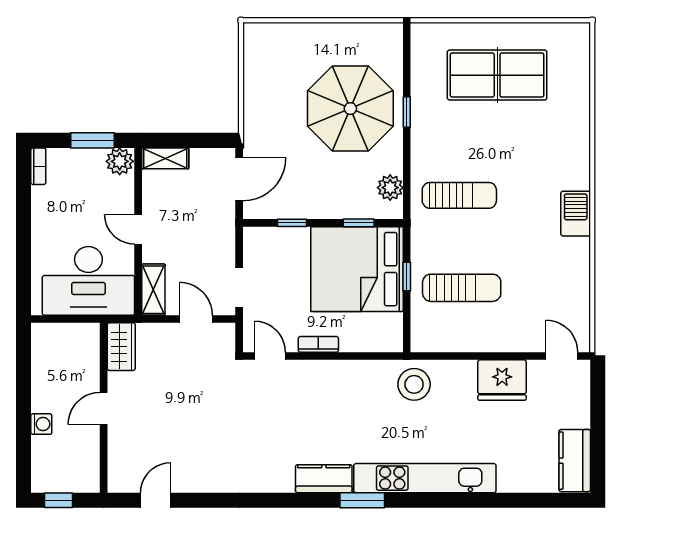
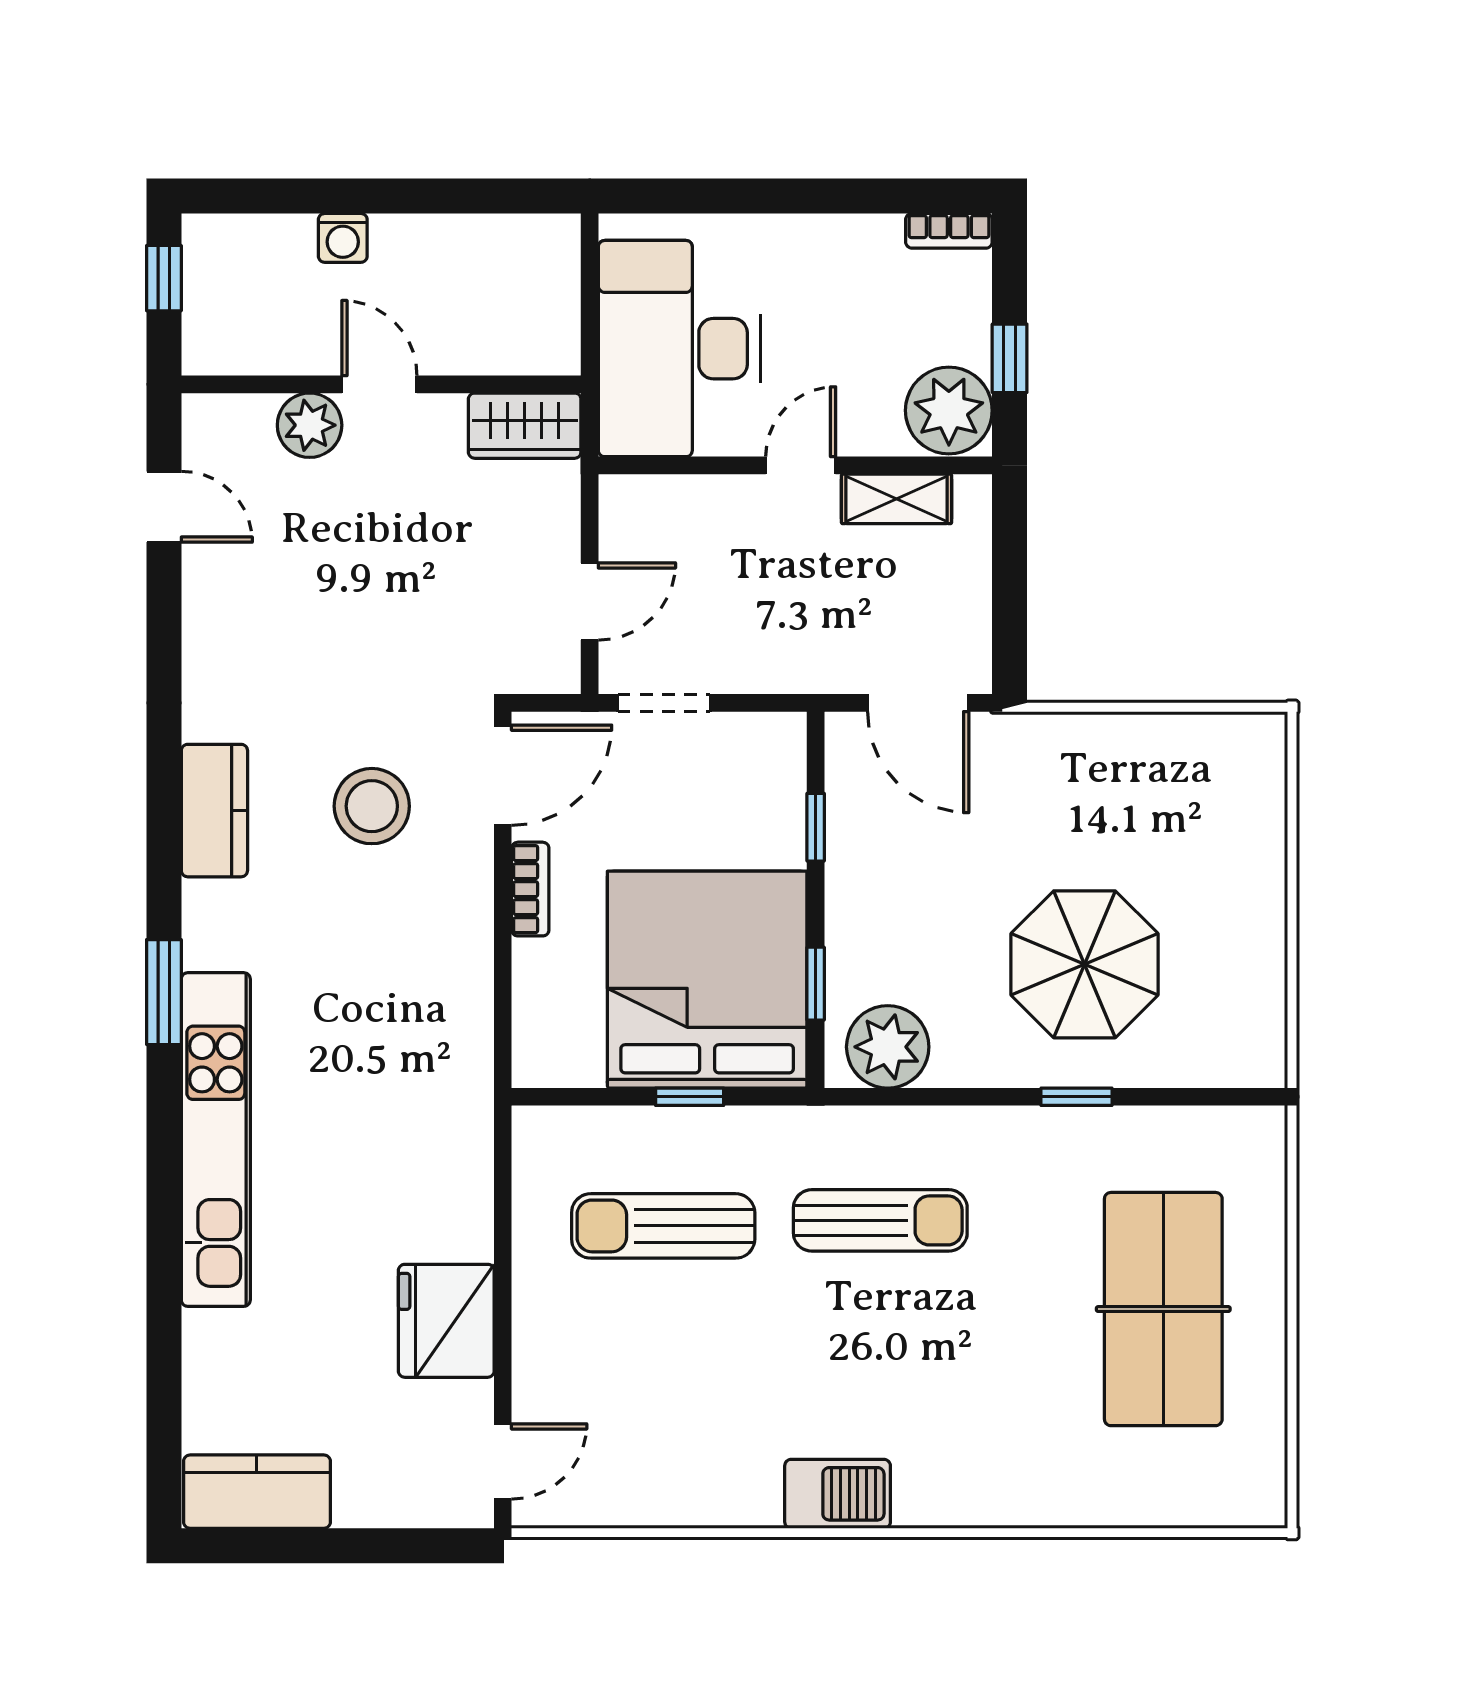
parasol: (350, 109) -> (1084, 964), width x0.73, depth x0.73
window: (93, 140) -> (1010, 358), width x0.67
shelving: (165, 158) -> (897, 499), moved, turned 90
plant: (120, 161) -> (949, 410), width x1.36, depth x1.36
plant: (390, 188) -> (888, 1047), width x1.36, depth x1.36
sun lounger: (459, 195) -> (880, 1220), turned -90
sun lounger: (462, 288) -> (663, 1226), turned 90
shelving: (153, 290) -> (659, 501), removed
door: (270, 356) -> (503, 775), width x1.37
stool: (414, 384) -> (372, 806), moved
plant: (121, 438) -> (310, 425), added
kitchen counter: (324, 479) -> (214, 811), moved

